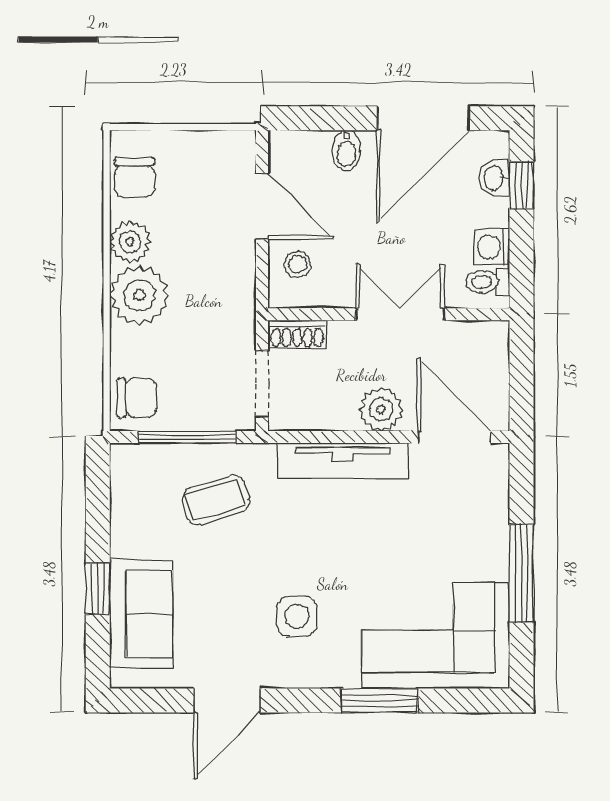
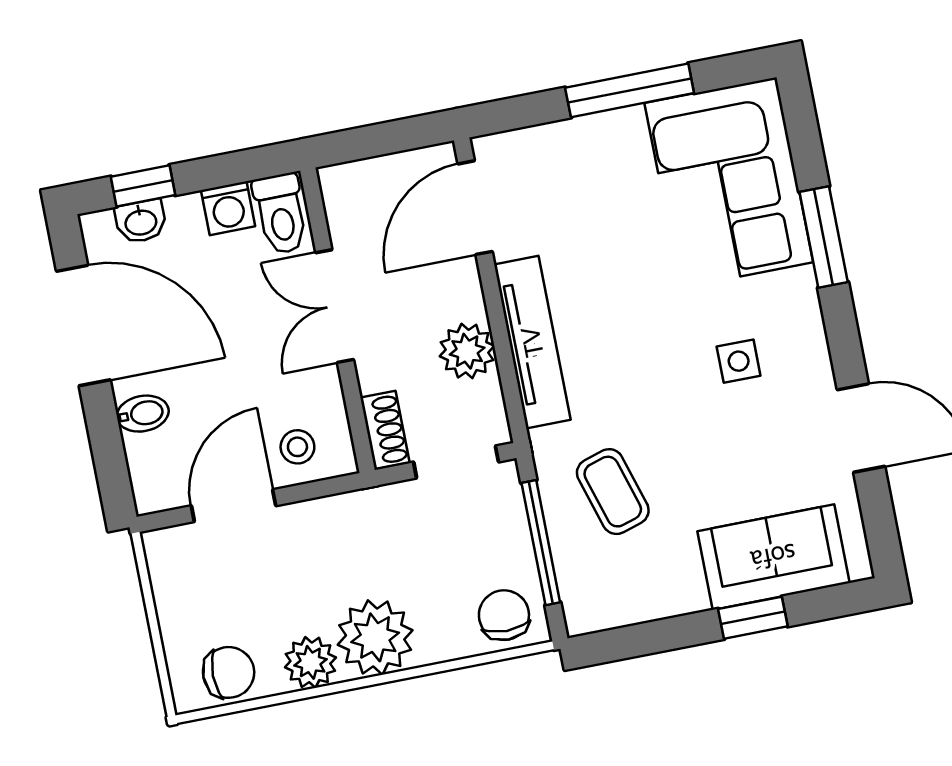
toilet: (488, 282) -> (281, 214), width x1.37, depth x1.39
plant: (381, 409) -> (467, 351), moved
side table: (297, 616) -> (739, 361), width x0.73, depth x0.73

